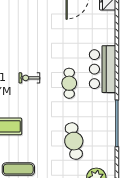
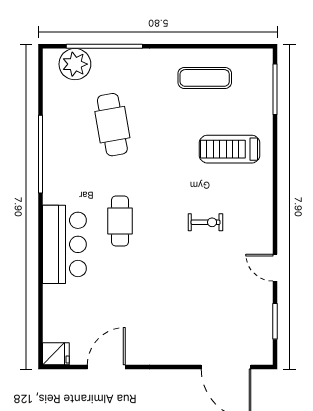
exercise bike: (29, 78) -> (206, 222), moved

